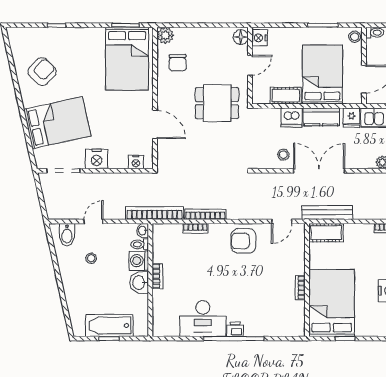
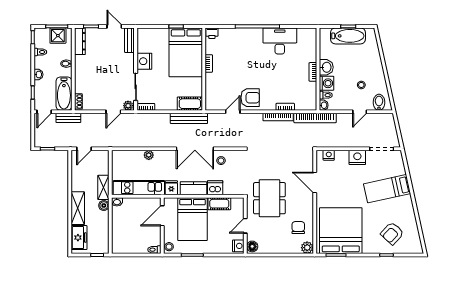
bed: (127, 59) -> (341, 231), width x1.36
armchair: (42, 72) -> (392, 233), moved
dining table: (217, 103) -> (269, 198), width x1.38
bed: (57, 123) -> (387, 189), width x0.67
door: (282, 221) -> (233, 112), moved
printer: (235, 329) -> (212, 33), moved

